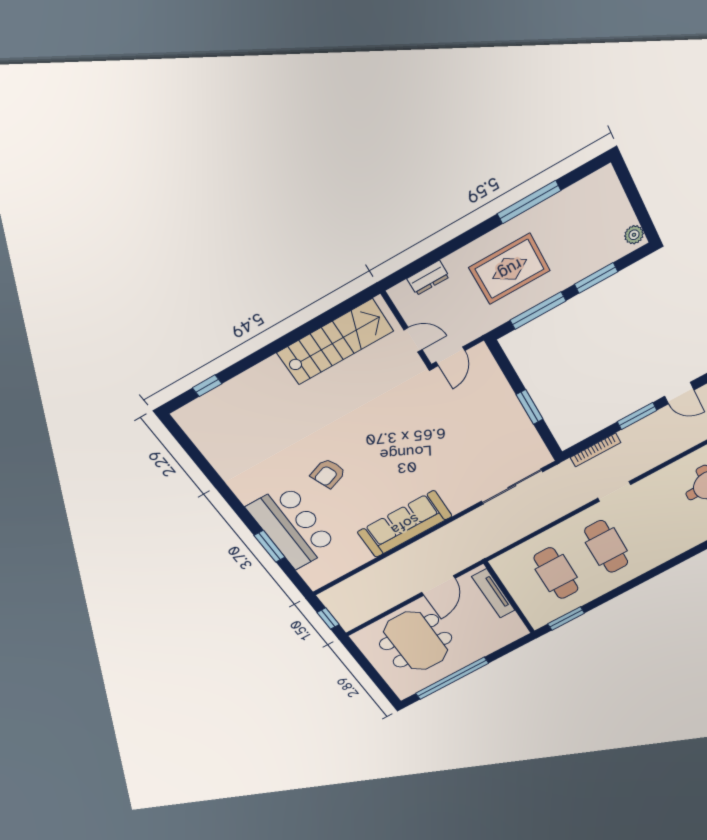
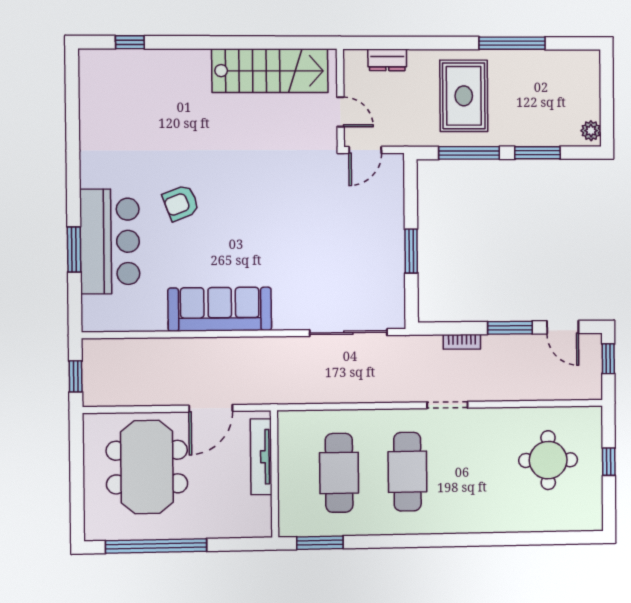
rug: (510, 269) -> (464, 96), turned 90
bookcase: (595, 450) -> (462, 342), width x0.64

